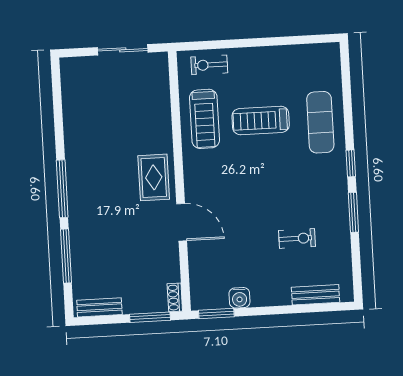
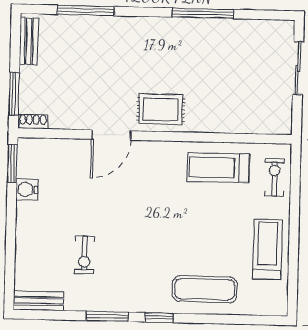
sliding door: (123, 50) -> (298, 68), moved
treadmill: (261, 120) -> (267, 249), moved
window: (62, 189) -> (203, 13), moved
bench: (315, 295) -> (38, 301), moved, turned 90

